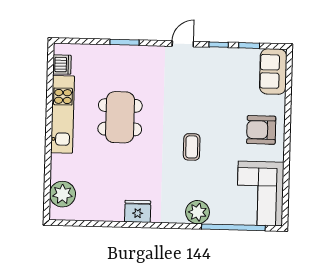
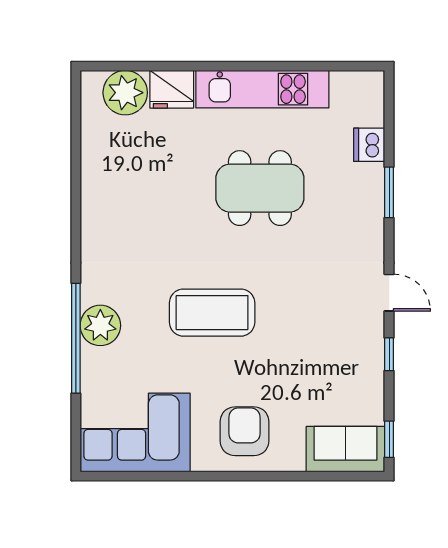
window: (249, 46) -> (389, 439), moved
dishwasher: (62, 65) -> (369, 145), moved, turned 90
coffee table: (192, 147) -> (212, 313), width x1.86, depth x1.72
fridge: (138, 211) -> (172, 89), moved, turned 90
window: (233, 227) -> (76, 338), moved

